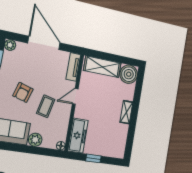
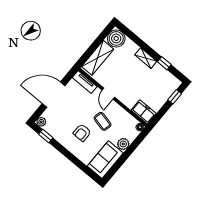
armchair: (23, 92) -> (82, 133), turned 73
window: (131, 132) -> (164, 63), added
freezer: (78, 136) -> (144, 112), width x0.71
window: (93, 158) -> (175, 97), moved

